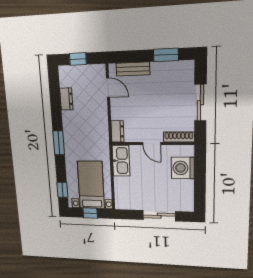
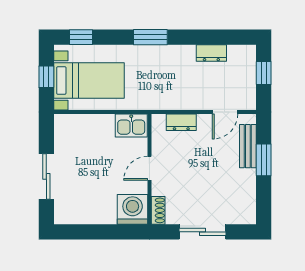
window: (166, 55) -> (264, 160), moved
dresser: (117, 131) -> (181, 122), moved
shoe rack: (179, 137) -> (158, 210), width x0.70
kitchen sink: (121, 161) -> (131, 125), width x0.73
washing machine: (183, 168) -> (133, 209), moved

